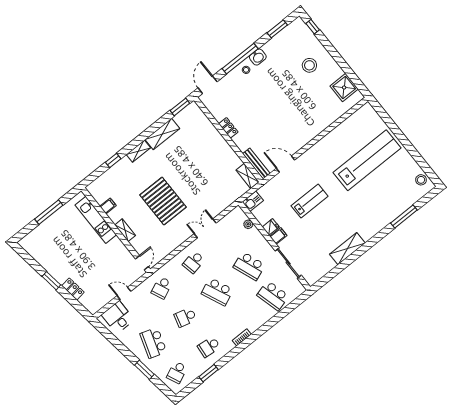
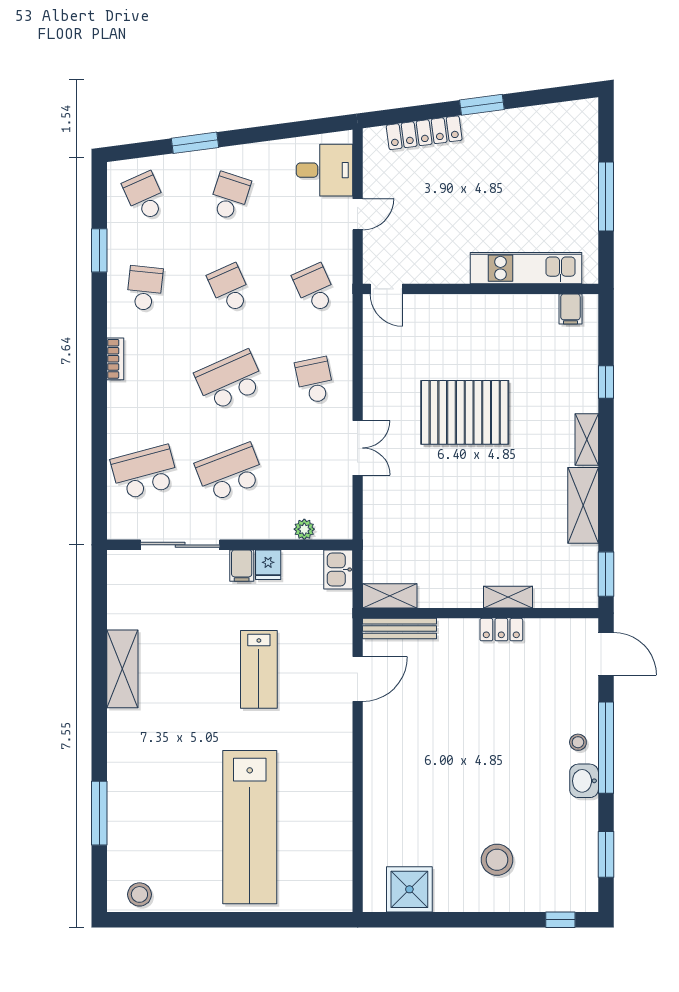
filing cabinet: (108, 206) -> (570, 309), moved
shelving: (125, 230) -> (508, 597), moved
locker: (73, 289) -> (424, 133), width x1.53
school desk: (185, 317) -> (230, 288), turned -39
school desk: (153, 343) -> (230, 196), width x0.54

